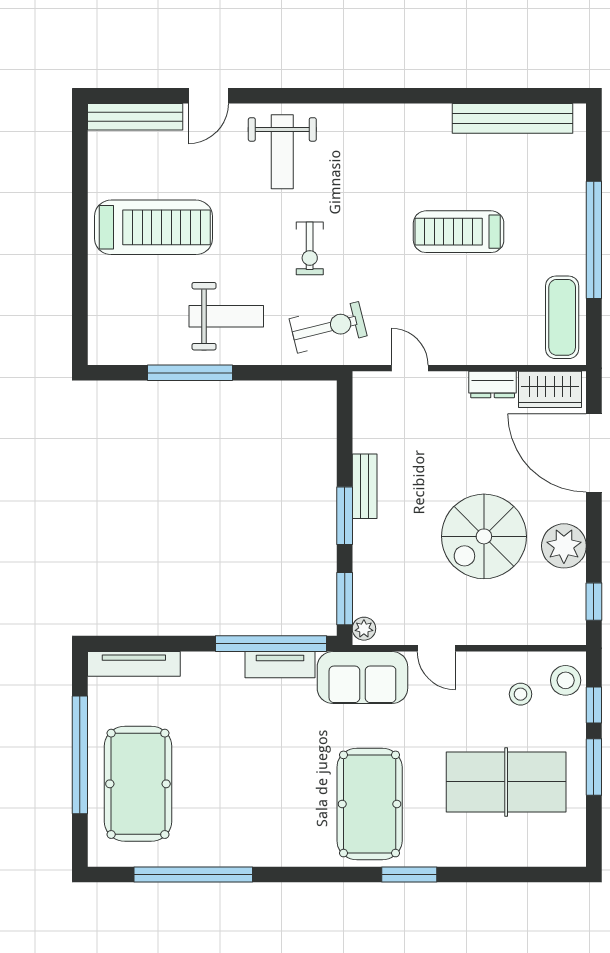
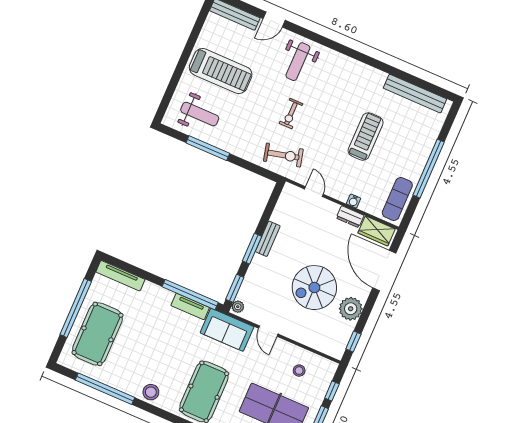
treadmill: (459, 232) -> (366, 136), turned 90
weight bench: (226, 316) -> (200, 114), moved
water cooler: (487, 354) -> (354, 201), added
stool: (566, 680) -> (151, 392), moved

